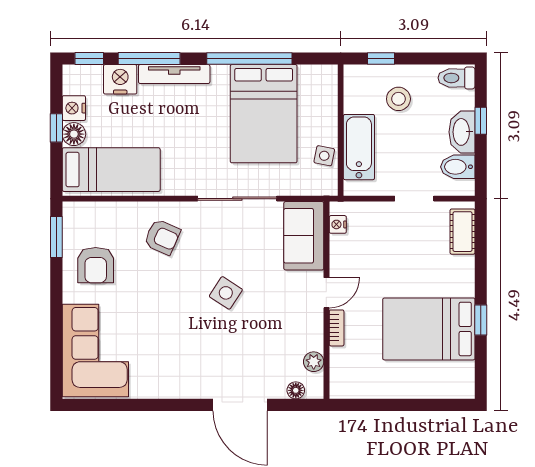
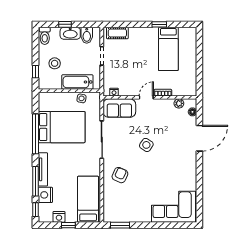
floor lamp: (74, 134) -> (71, 217), removed
armchair: (96, 265) -> (133, 206), removed
door: (326, 293) -> (146, 97), hinge flipped
bed: (429, 329) -> (168, 49), width x0.67

